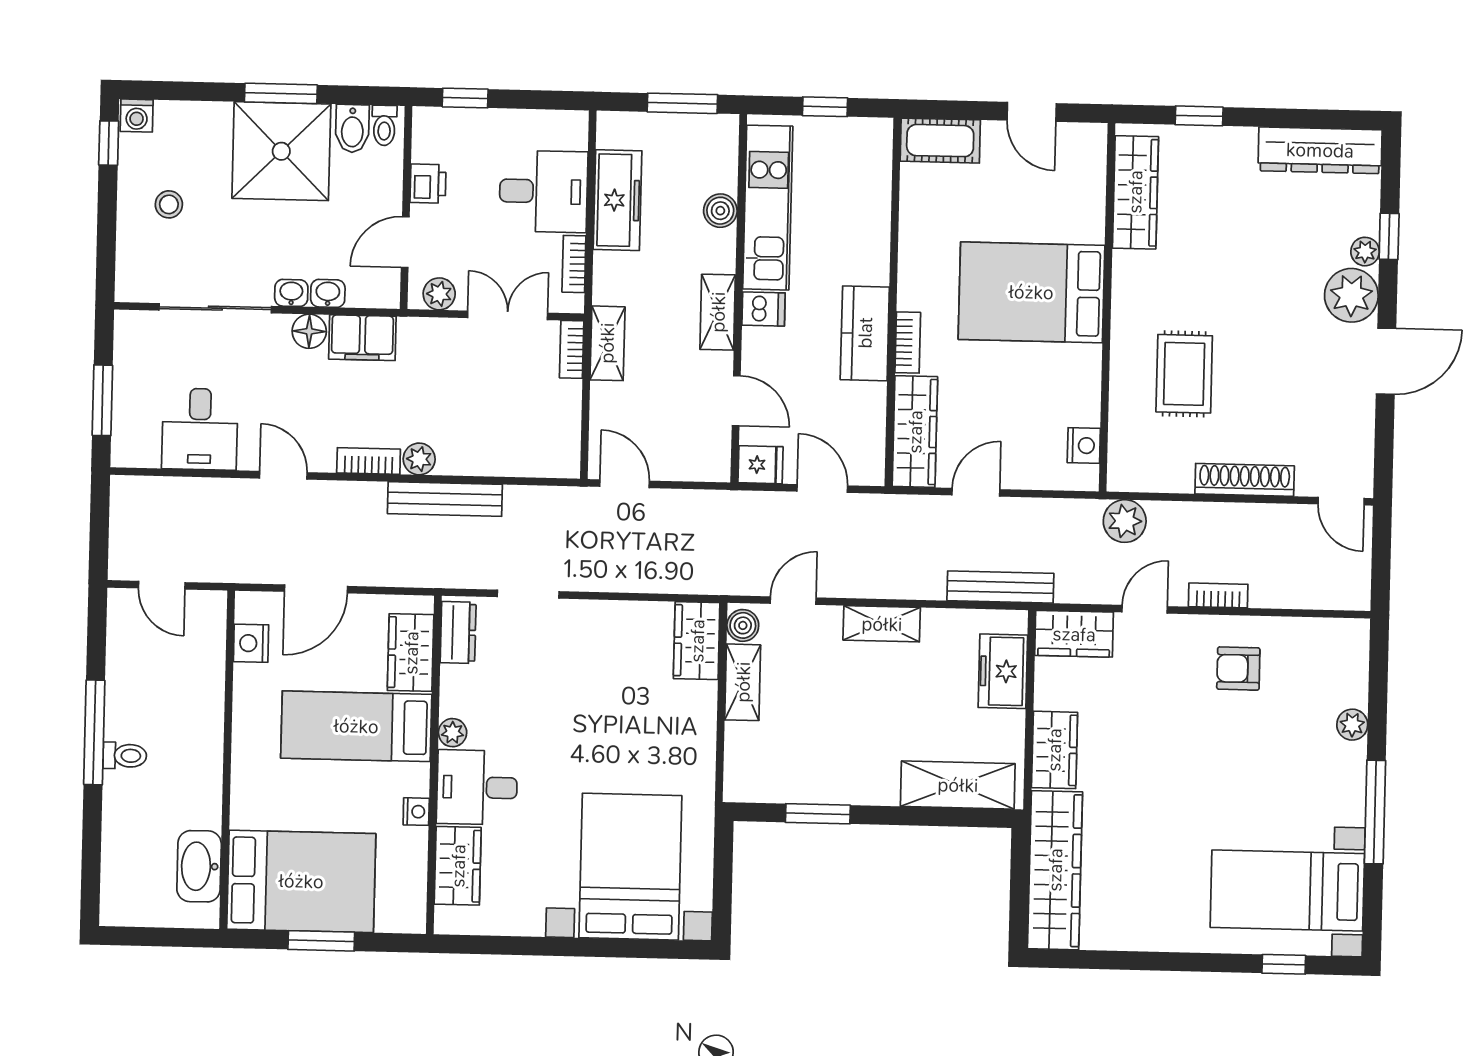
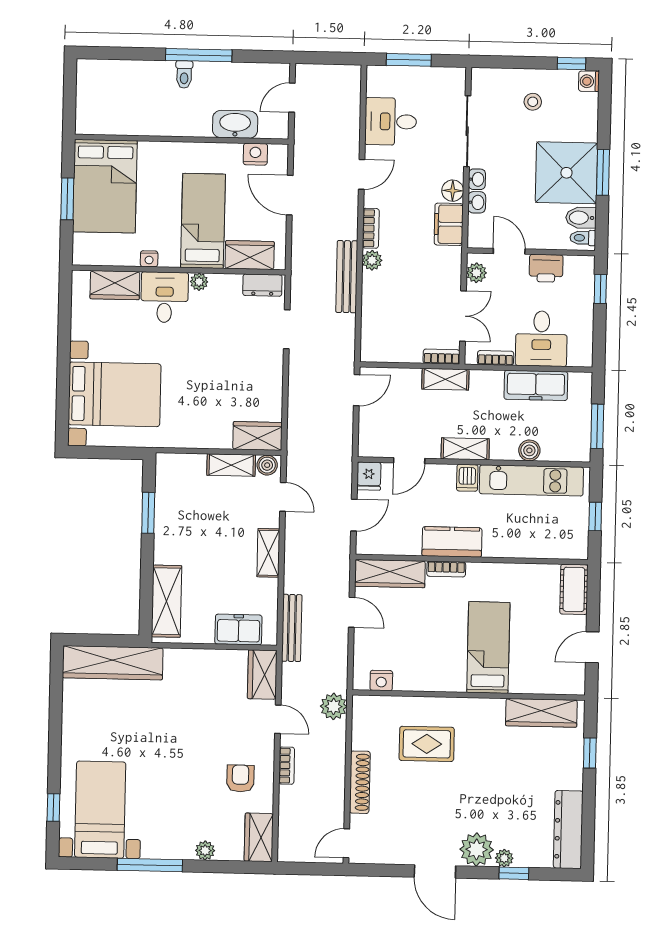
printer: (428, 184) -> (546, 268), width x1.36, depth x1.24
bed: (1031, 292) -> (488, 647), width x0.67
wardrobe: (1054, 750) -> (259, 837), moved, turned 90
washbasin: (199, 866) -> (235, 124), moved

